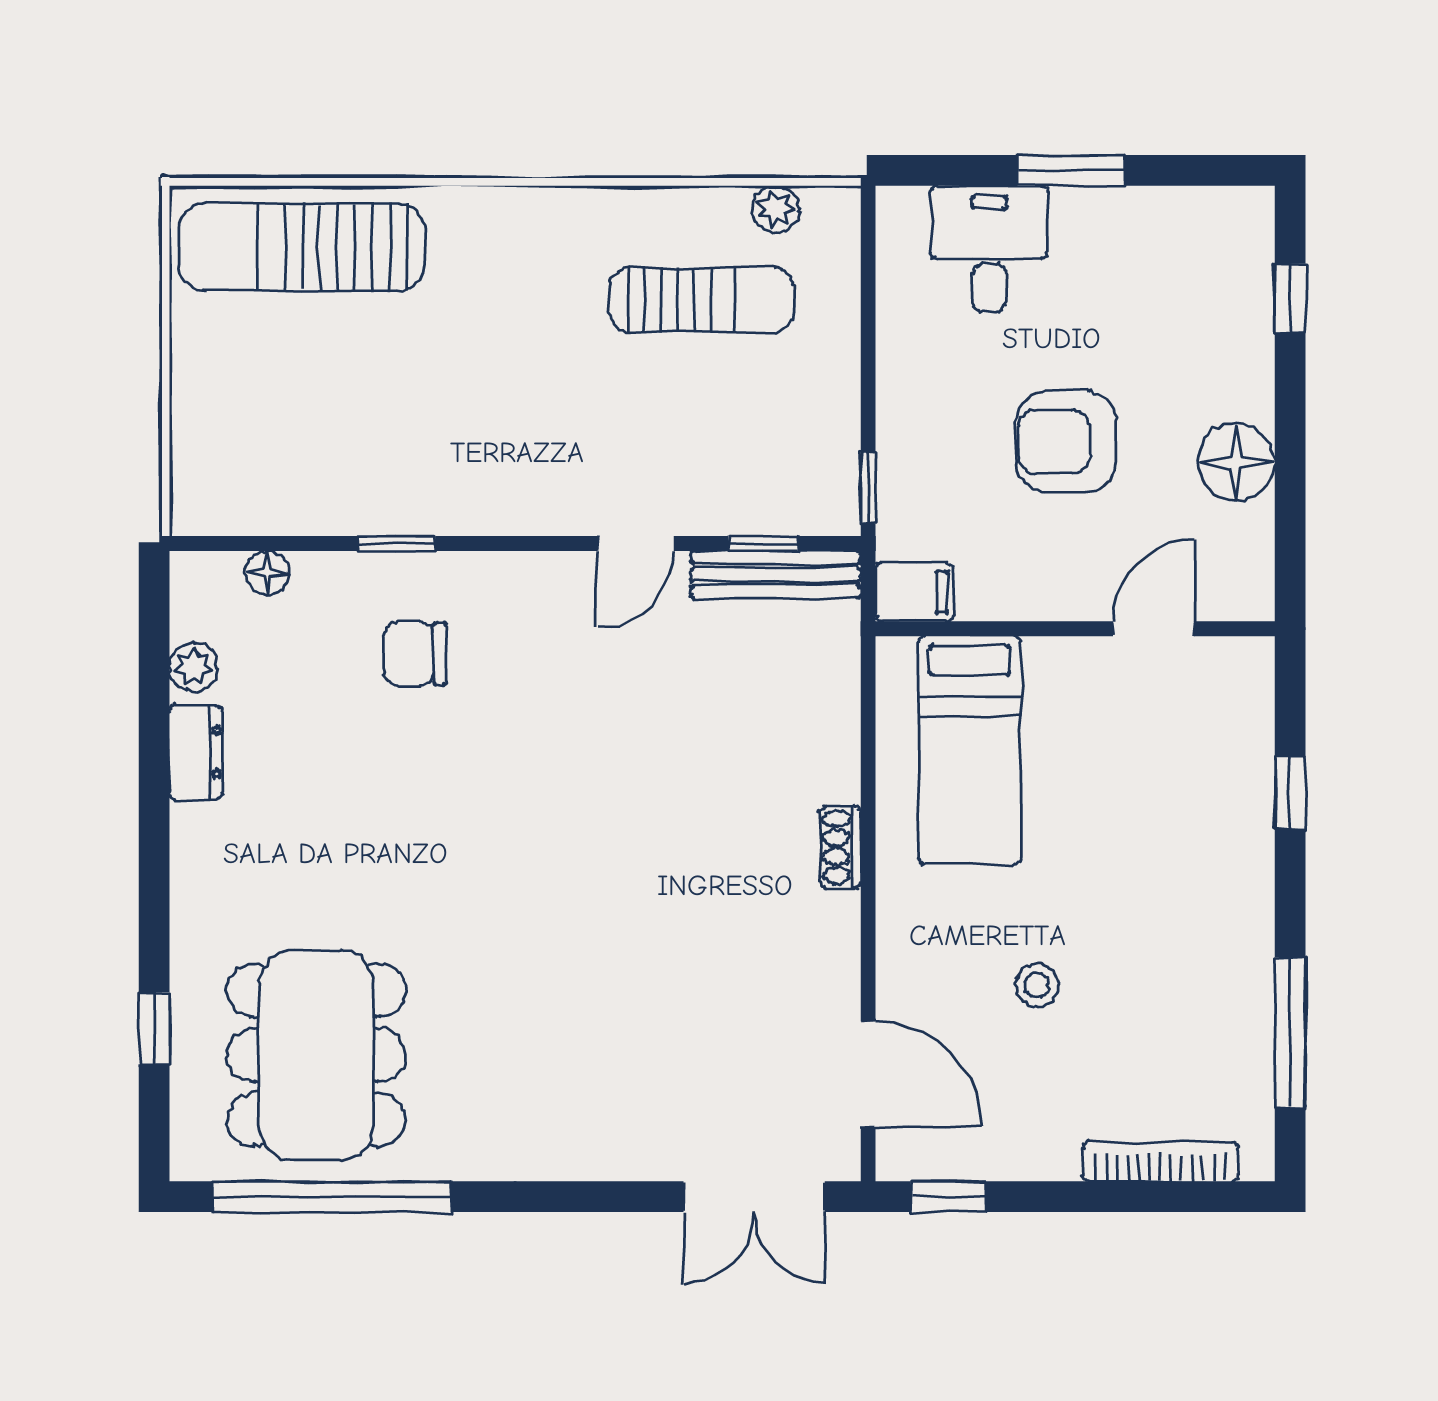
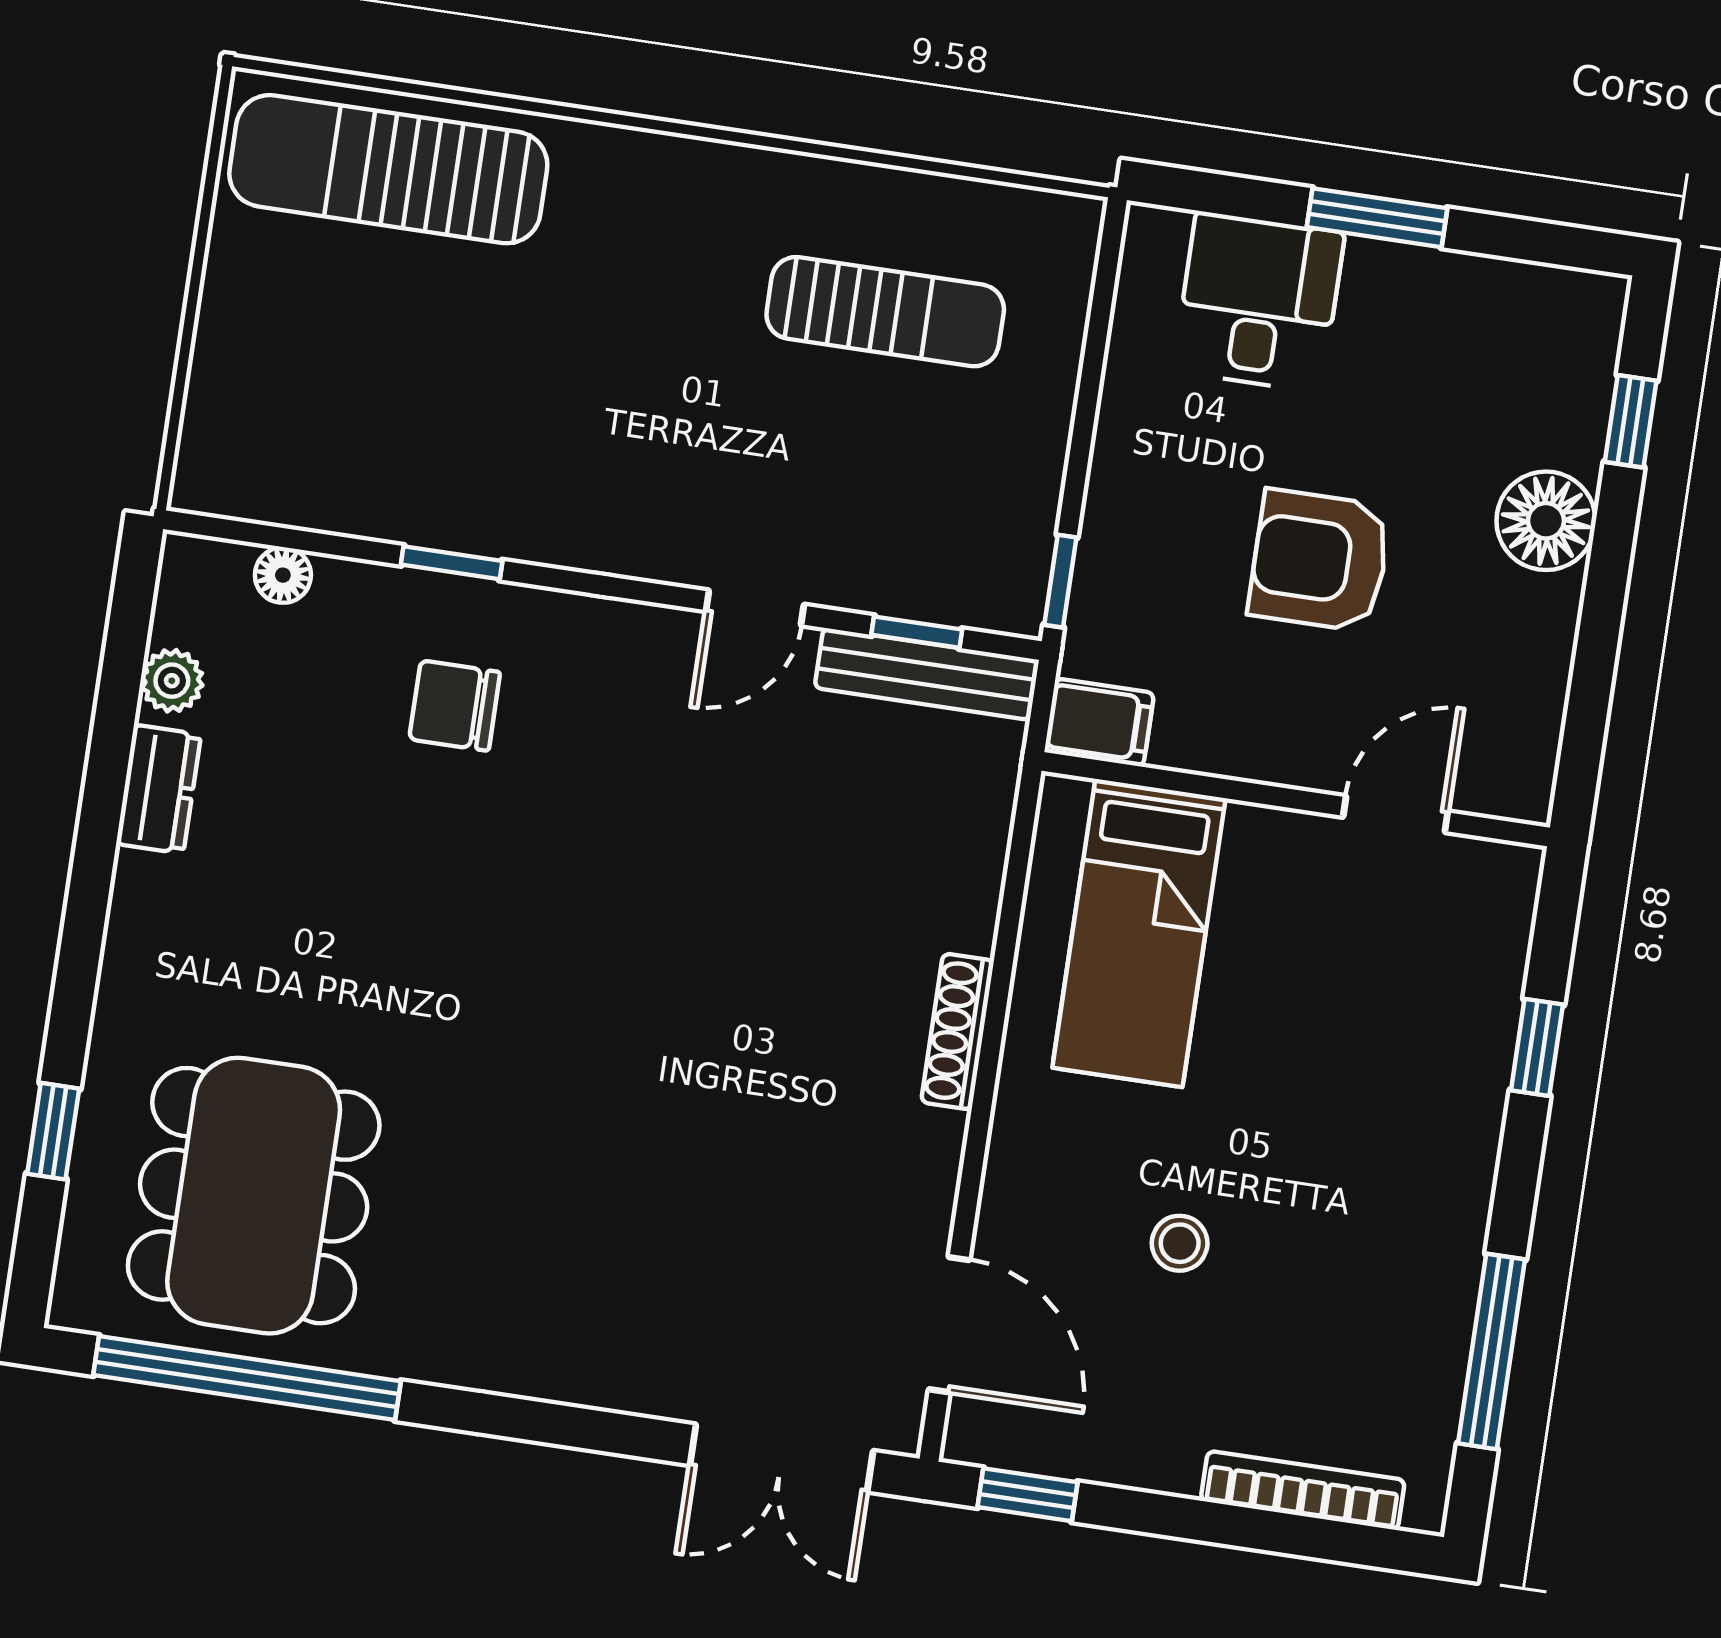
plant: (776, 209) -> (996, 211), removed
floor lamp: (1236, 462) -> (1546, 521), moved
shoe rack: (841, 847) -> (958, 1031), width x1.43

